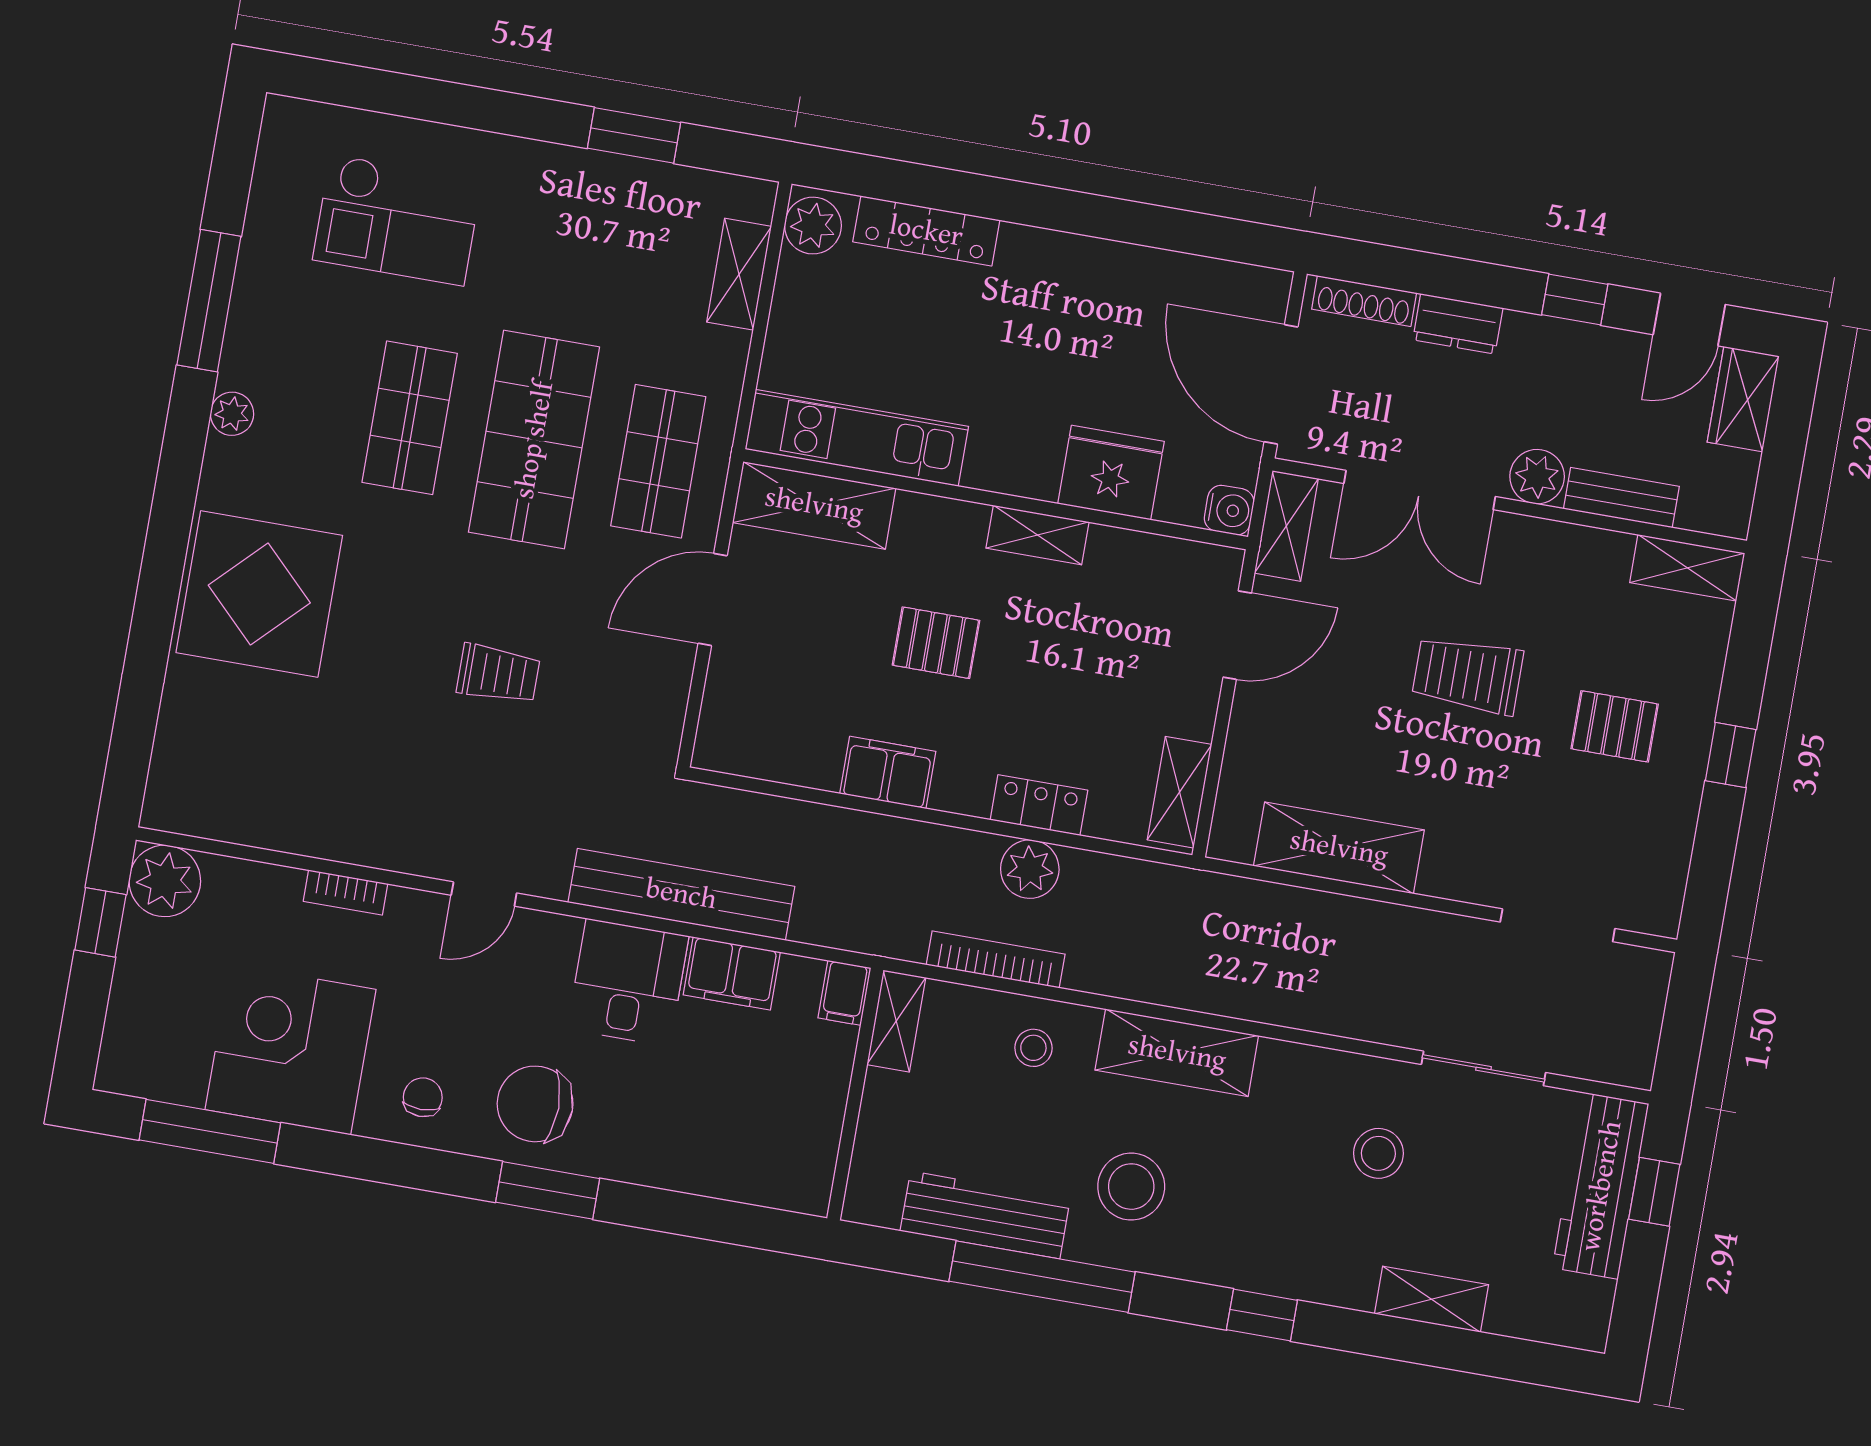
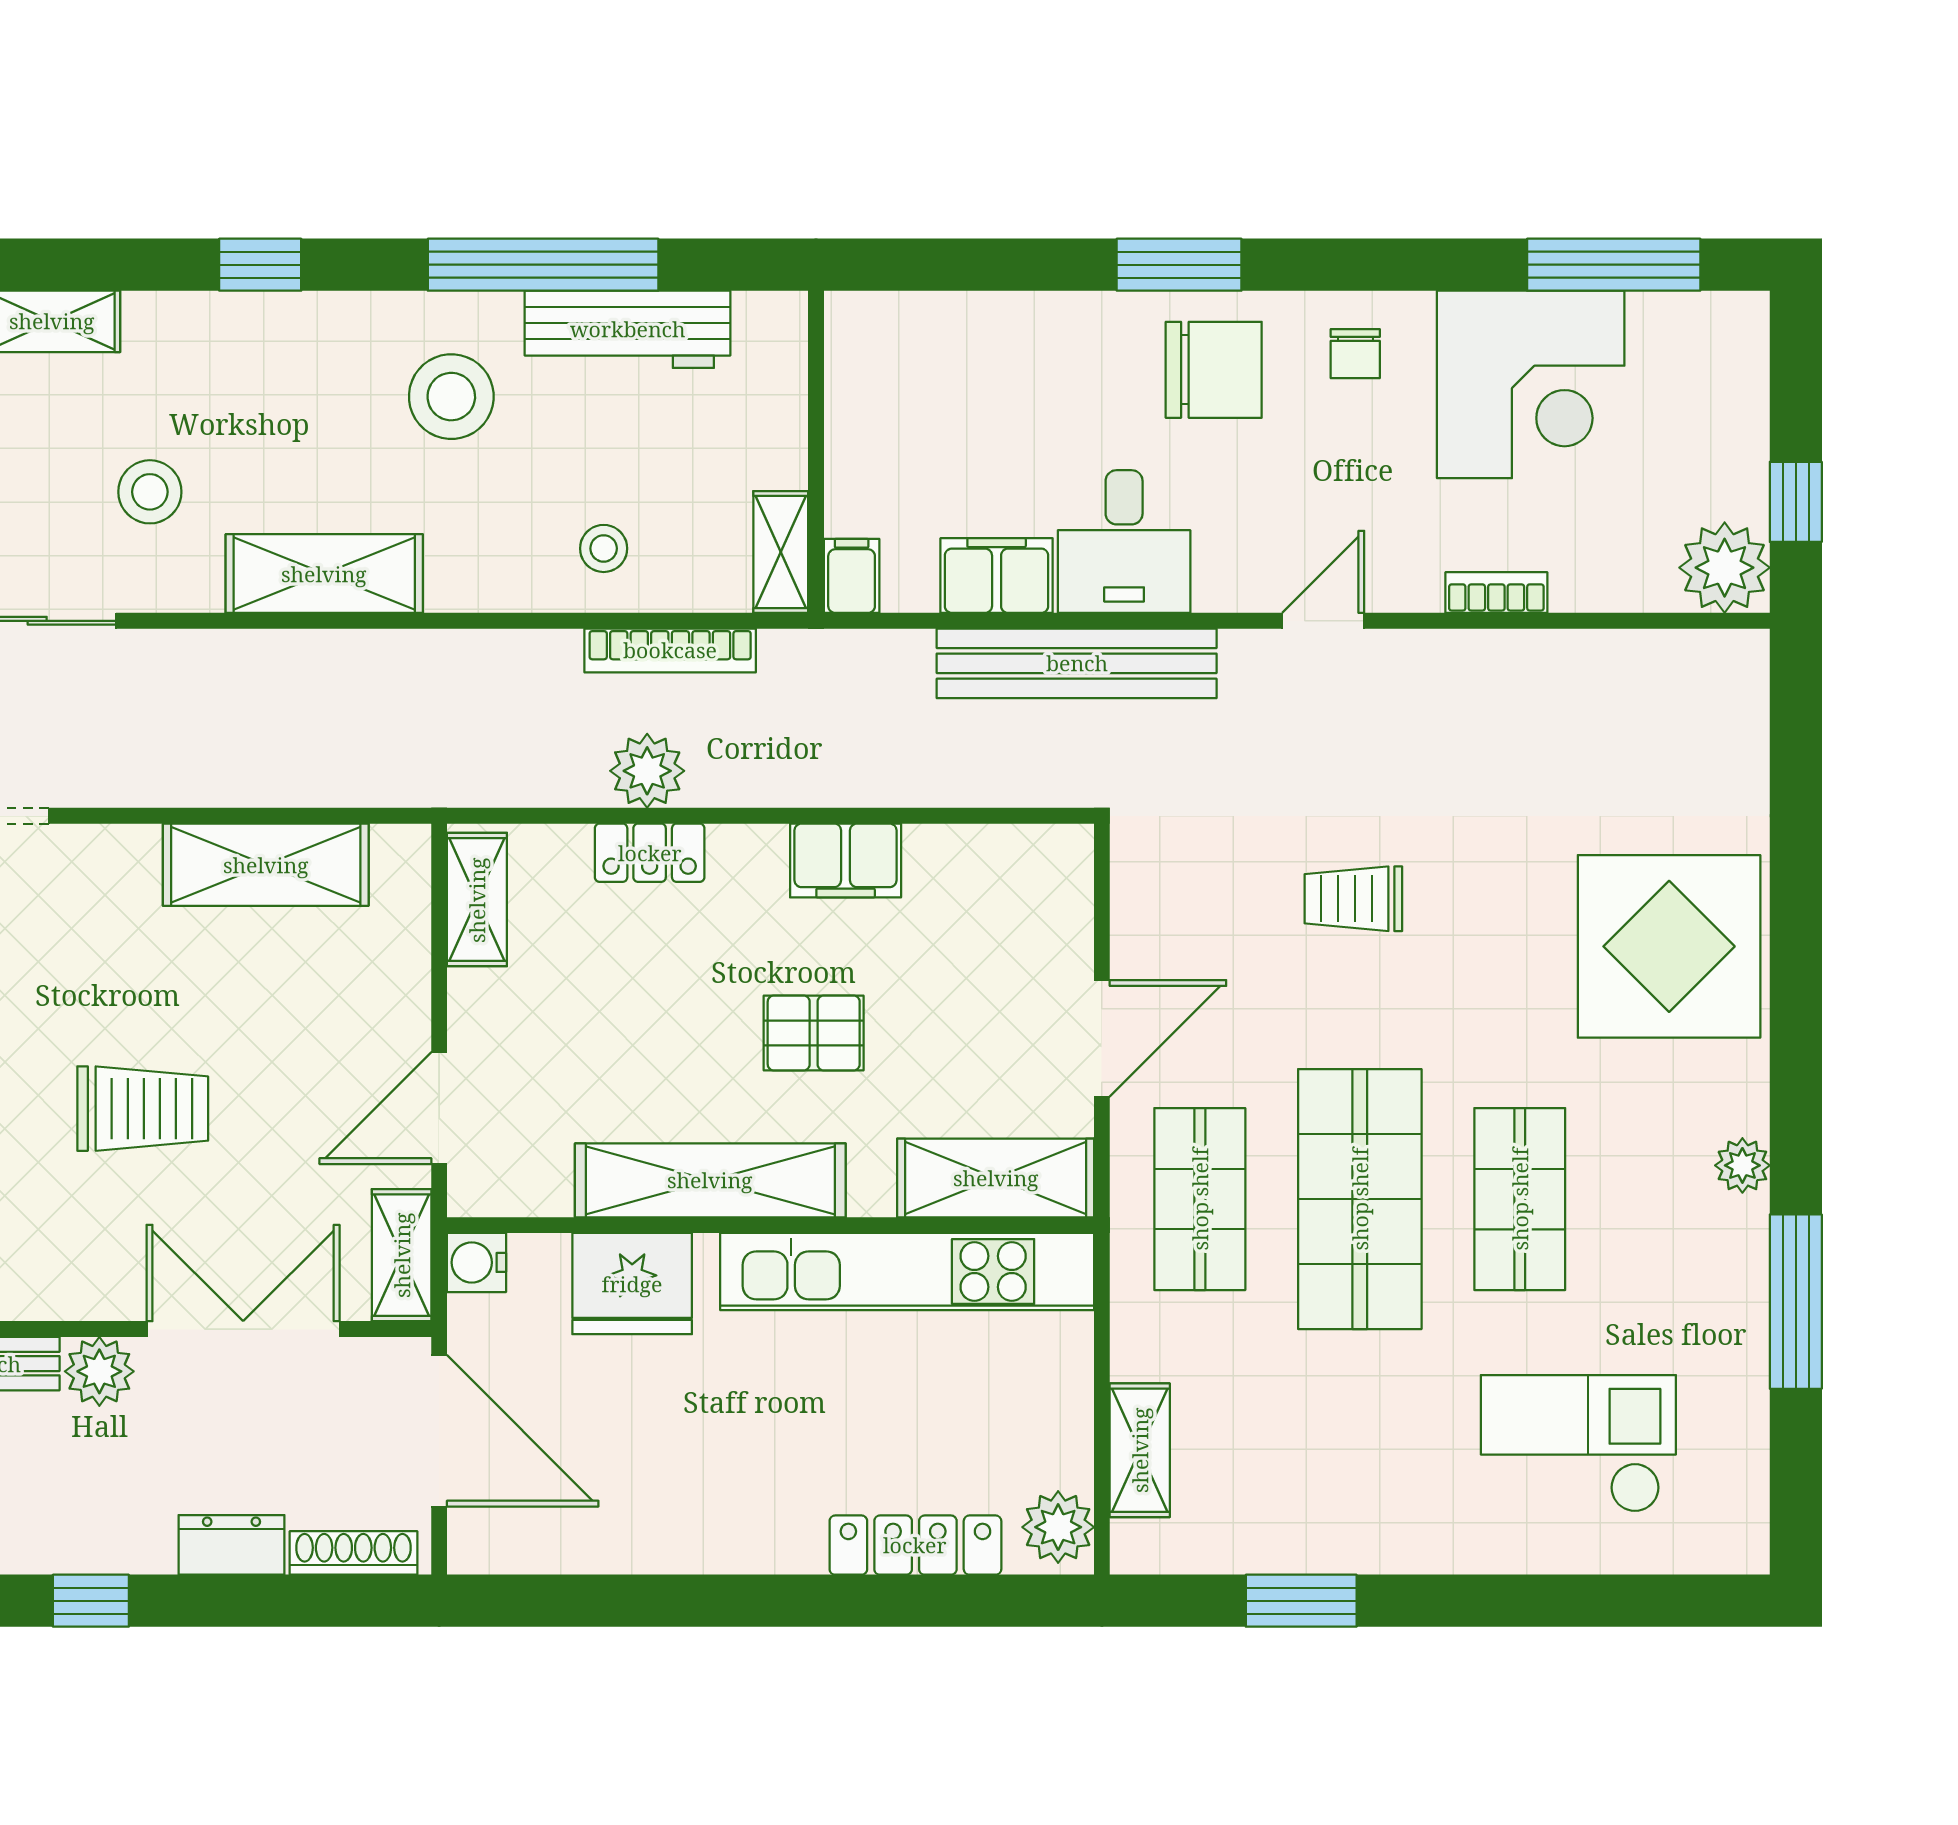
kitchen unit: (857, 438) -> (907, 1272), width x1.36
shelving: (1037, 535) -> (710, 1180), width x2.20, depth x1.33
shelving: (1177, 1053) -> (324, 574), moved

